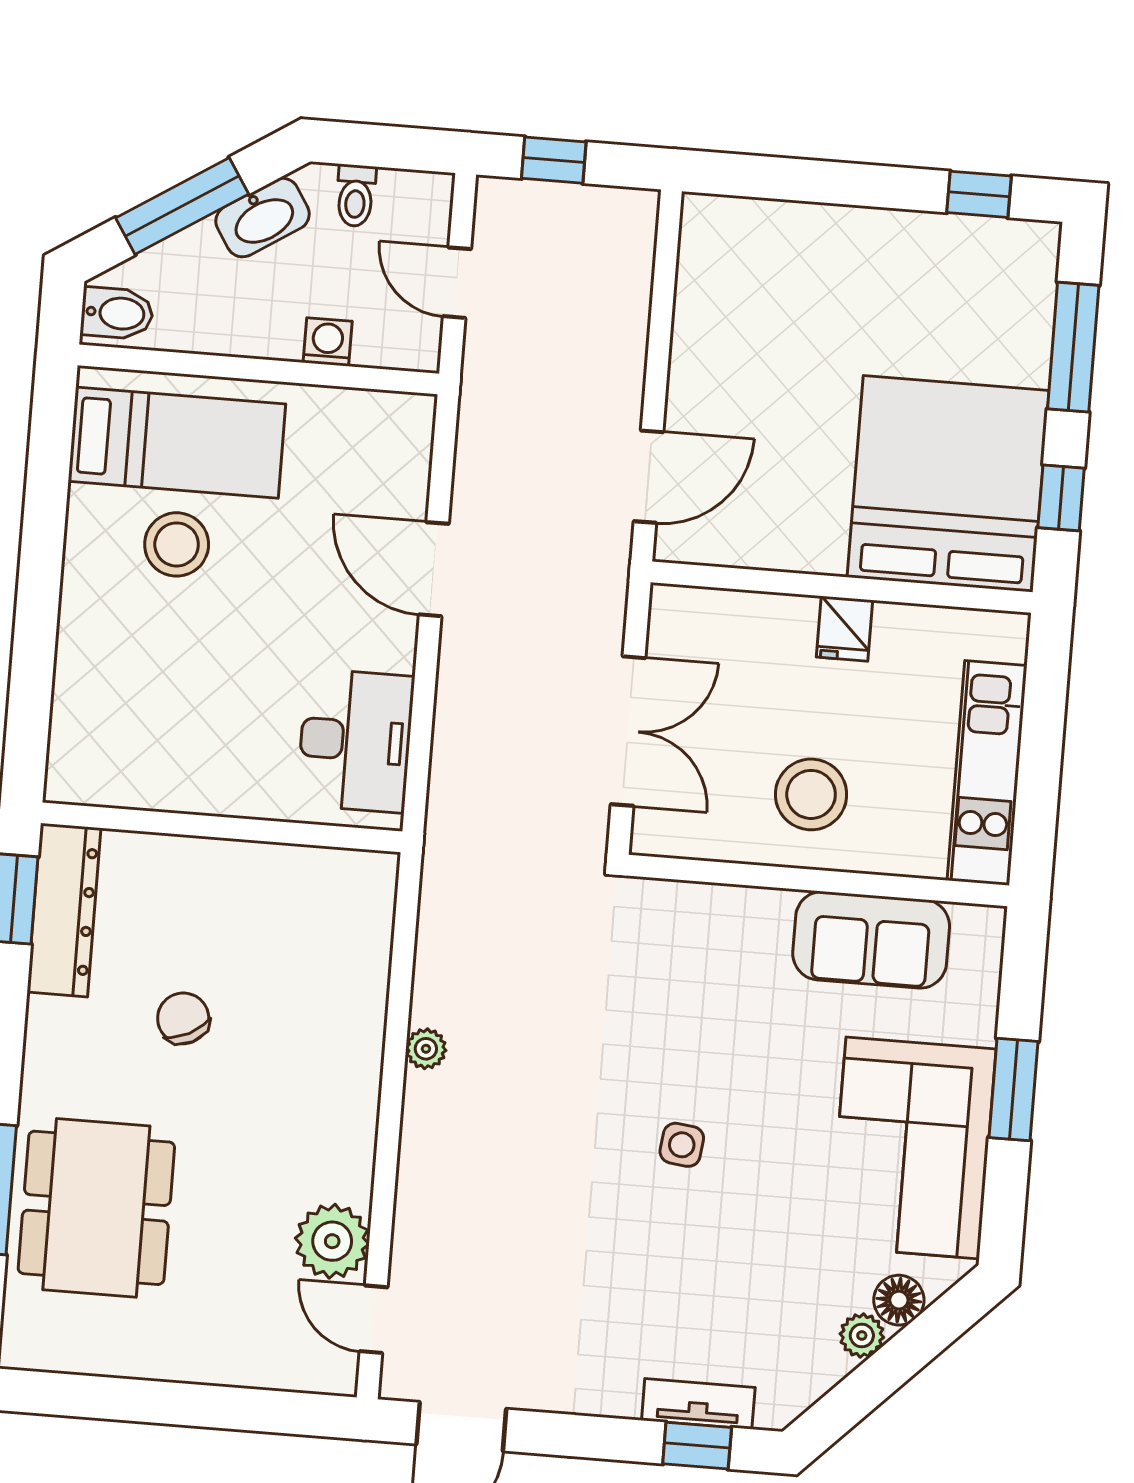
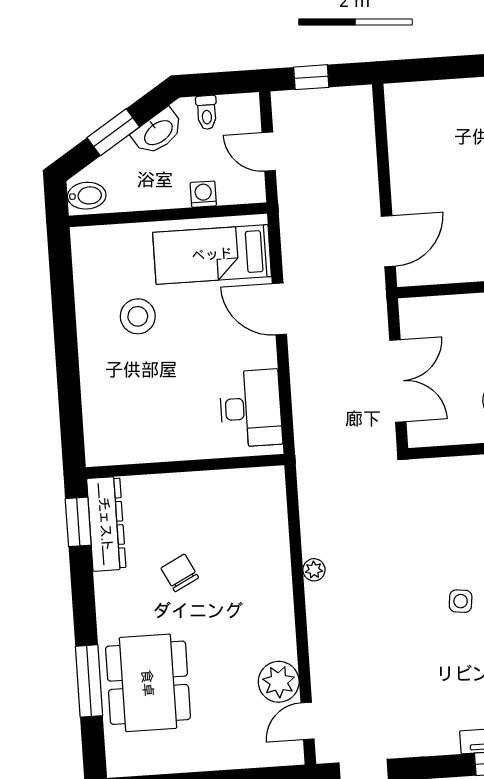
window: (182, 206) -> (113, 132), width x0.69
bed: (177, 443) -> (212, 254), moved, turned 180
door: (374, 1319) -> (307, 721), hinge flipped

